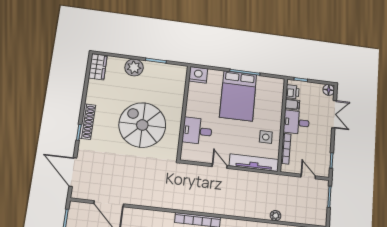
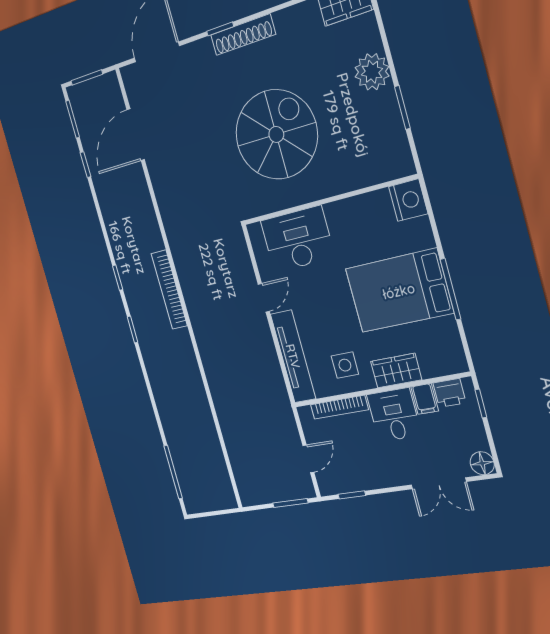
wardrobe: (275, 113) -> (396, 371), added
desk: (197, 131) -> (297, 239), width x1.37
plant: (276, 216) -> (225, 417), removed

